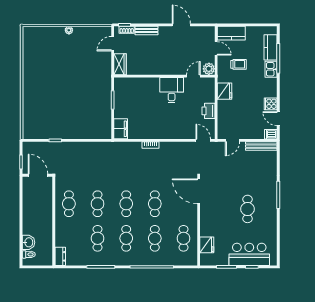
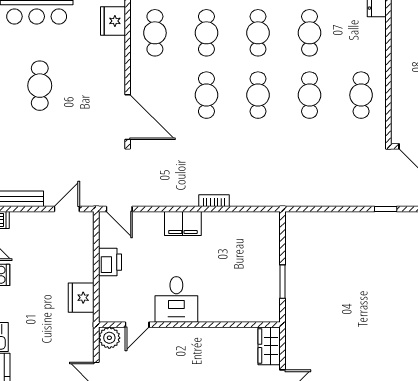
trolley: (239, 64) -> (56, 346), removed
filing cabinet: (121, 129) -> (183, 223), moved, turned -90

